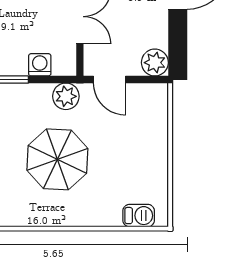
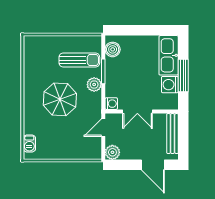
washing machine: (40, 65) -> (111, 104), moved
plant: (66, 96) -> (94, 85), moved

